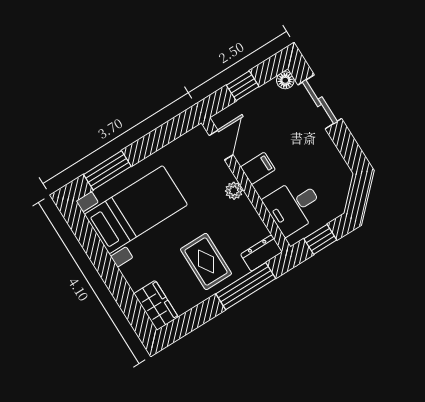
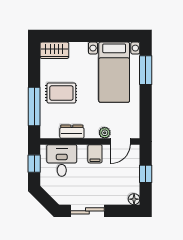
sliding door: (320, 102) -> (87, 211), moved
door: (221, 145) -> (120, 141), hinge flipped
plant: (234, 191) -> (105, 133), moved
dresser: (261, 253) -> (72, 132), moved, turned -90

